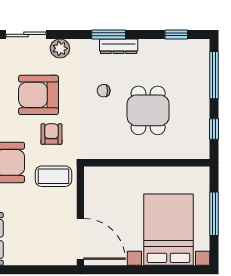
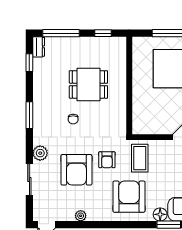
dresser: (119, 46) -> (39, 47), moved, width x0.70
armchair: (51, 134) -> (107, 160), turned -90

